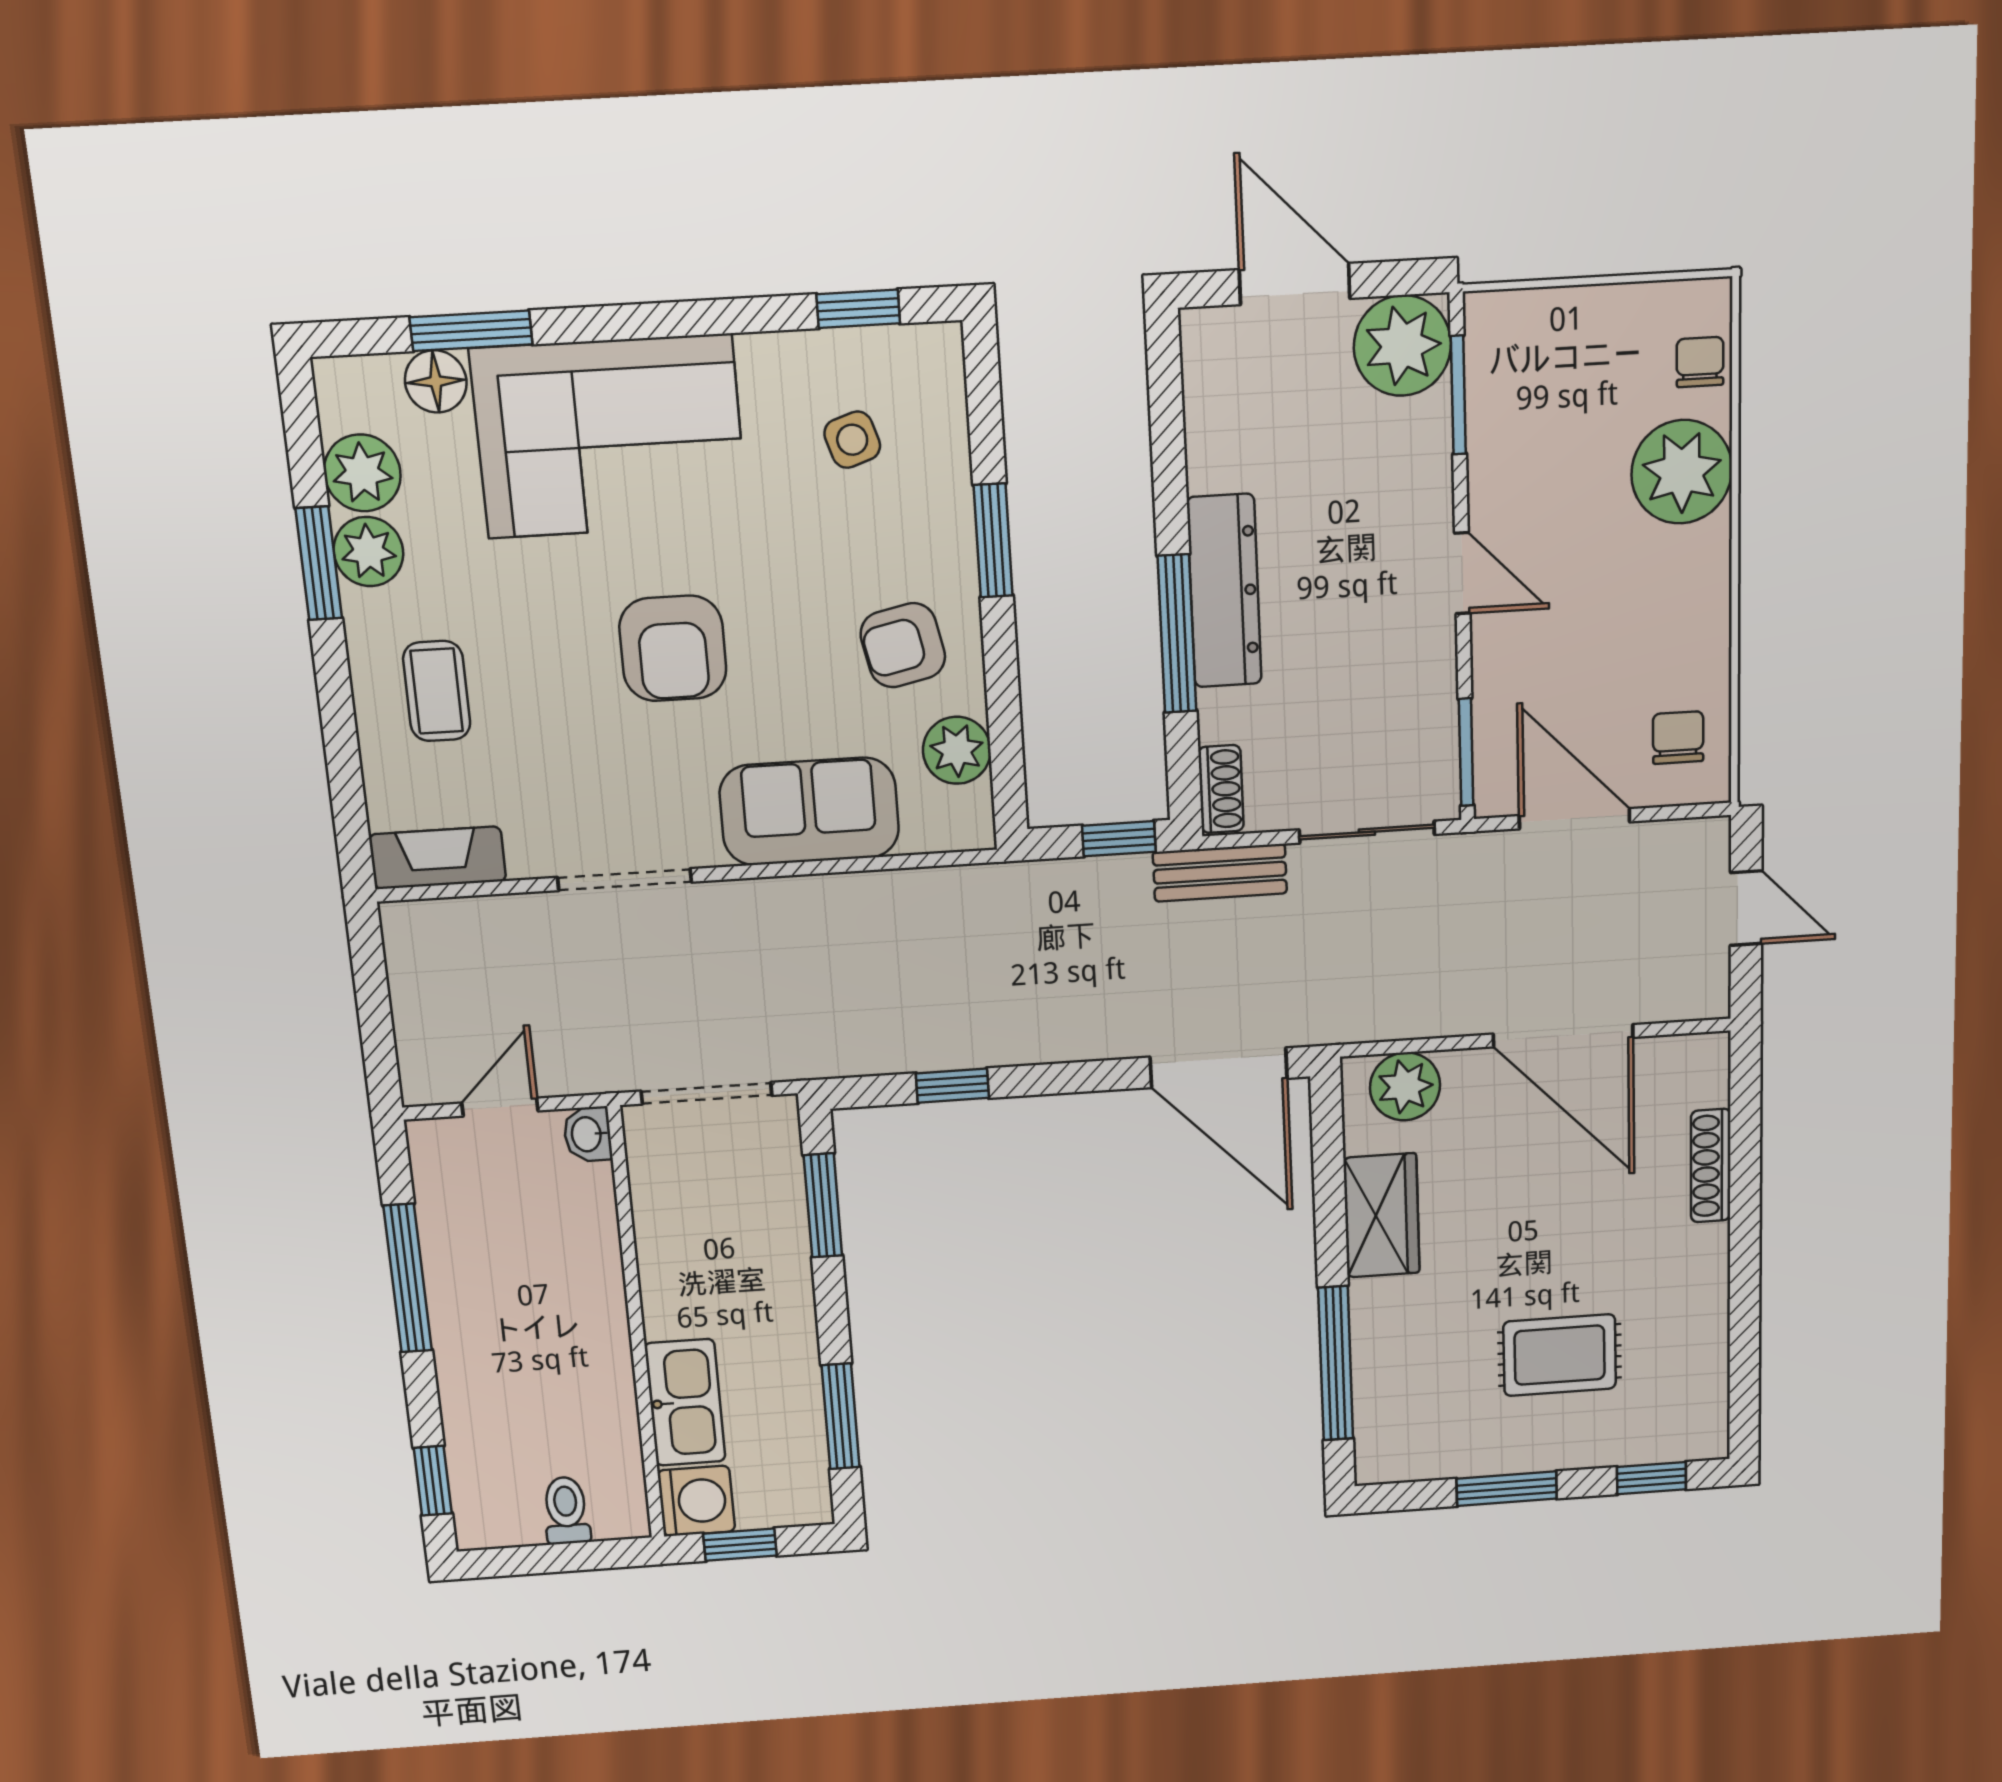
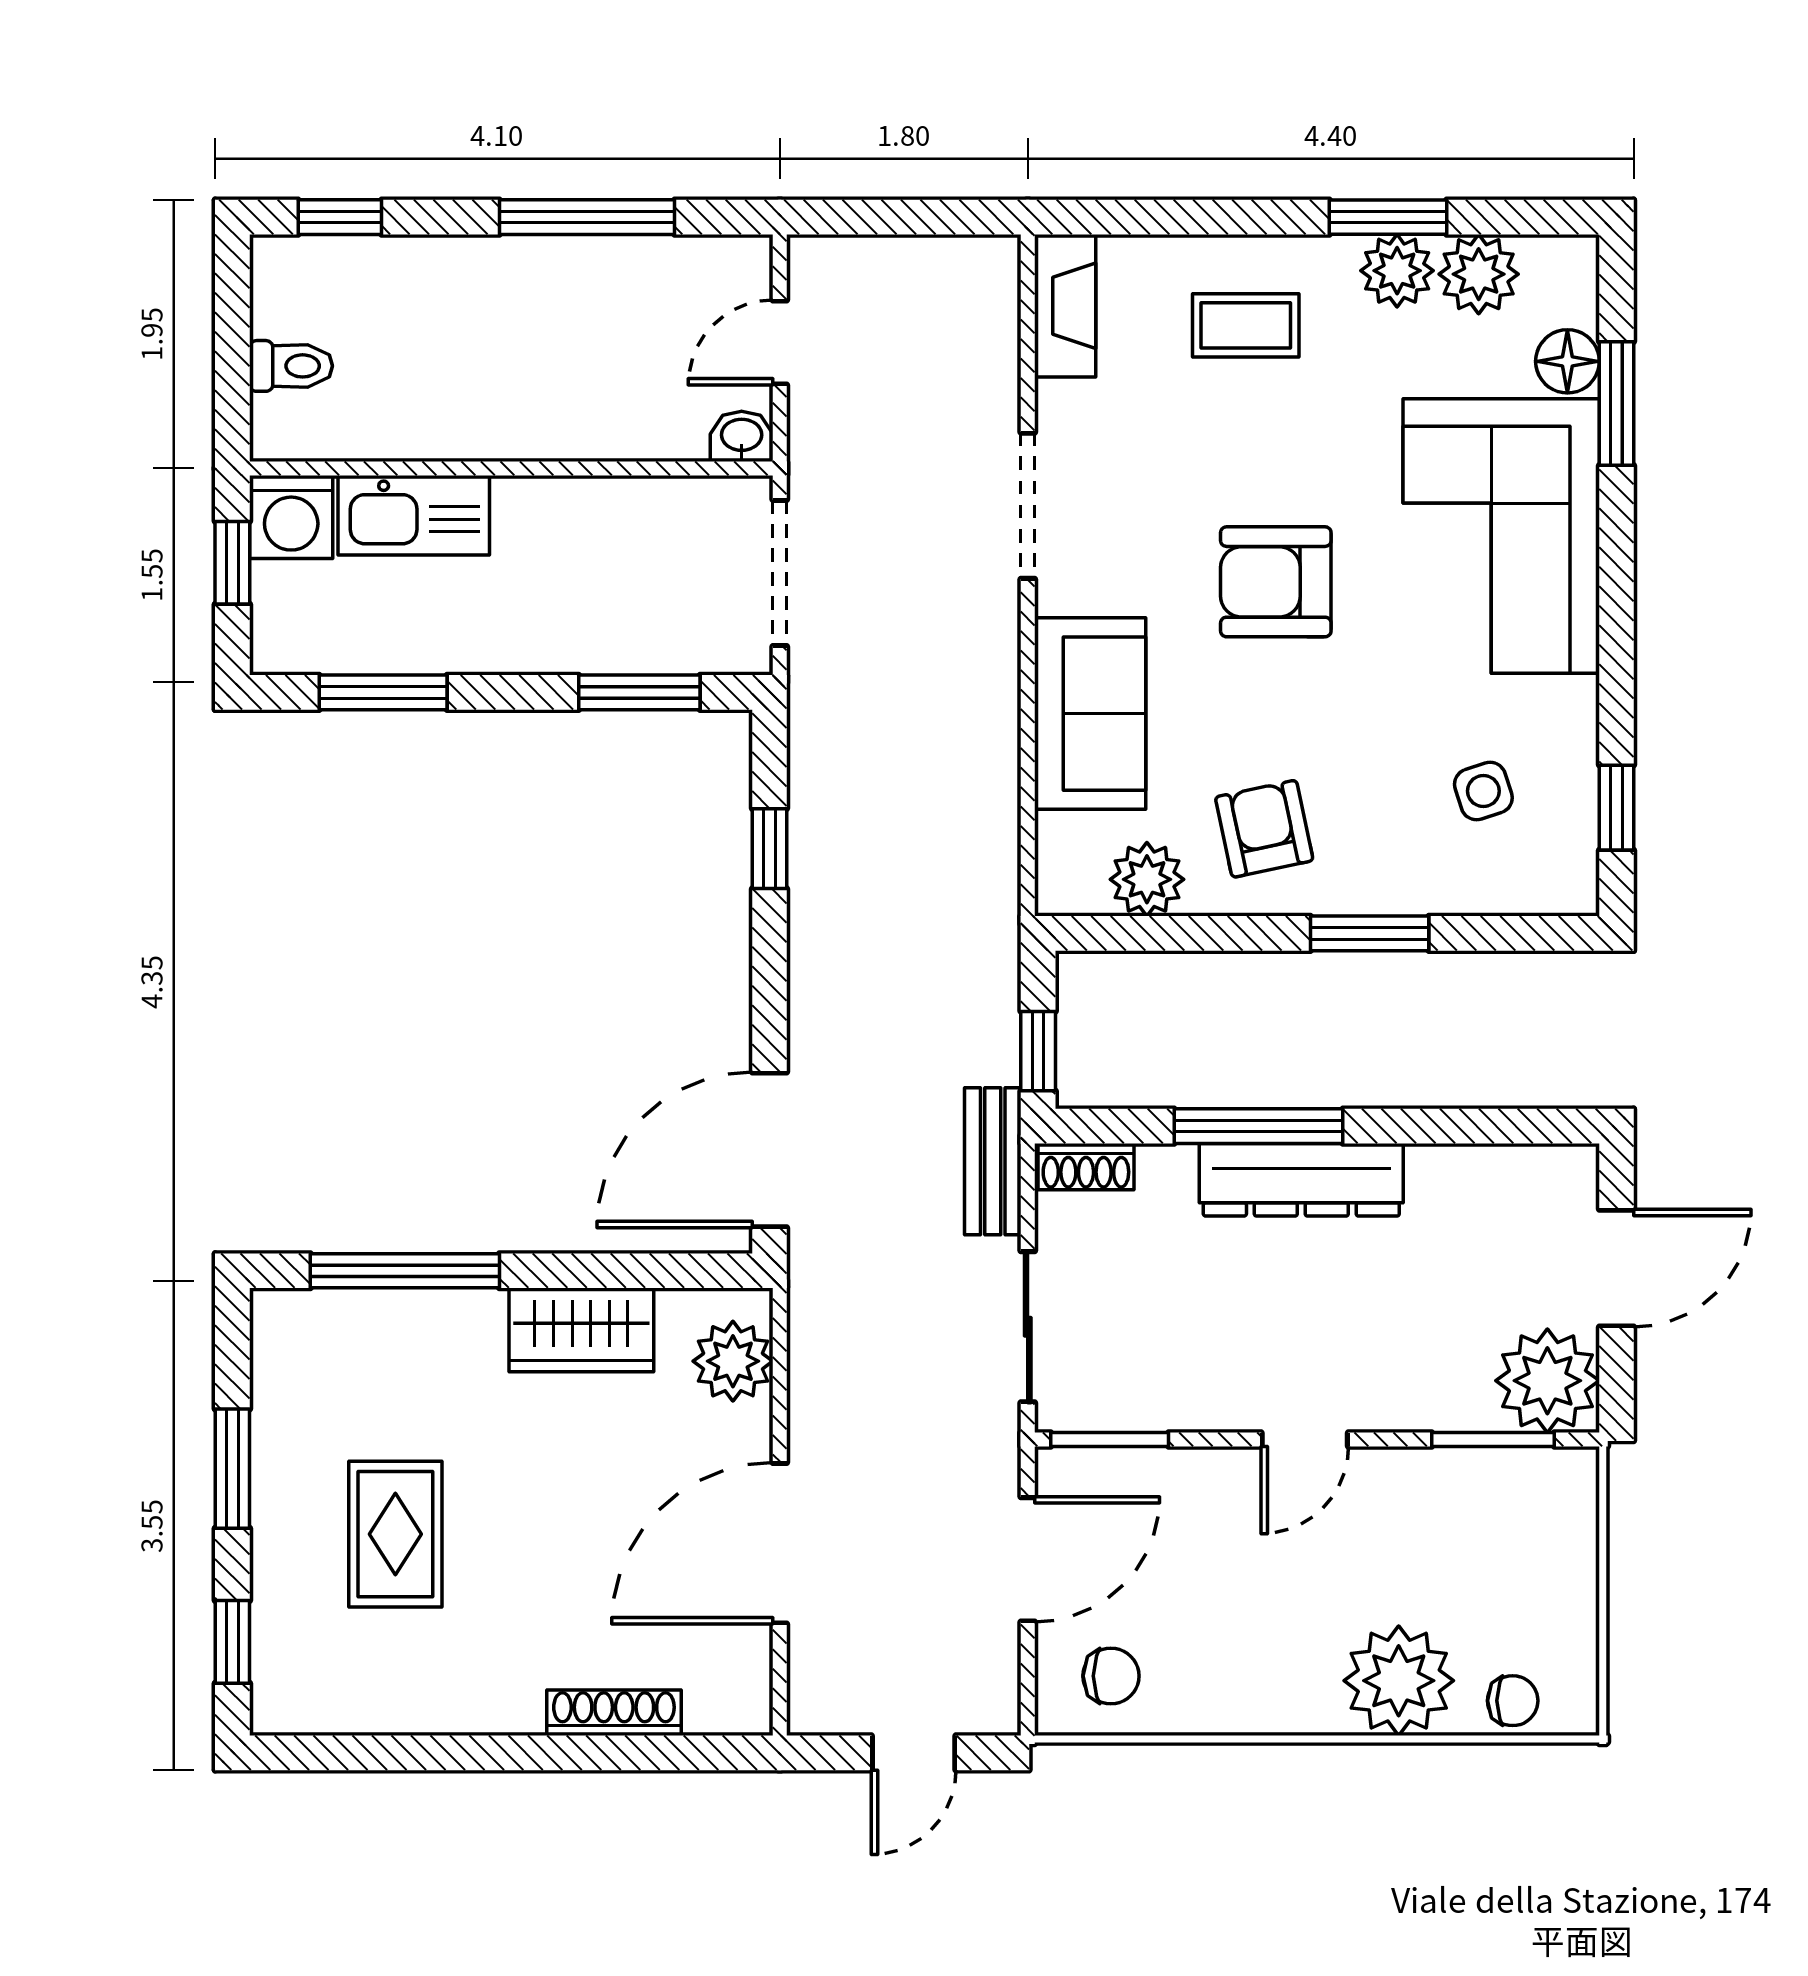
door: (500, 1107) -> (780, 342), swing flipped

